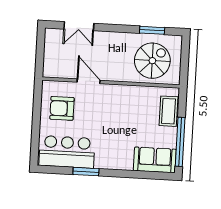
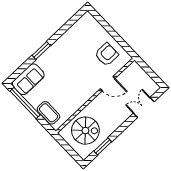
spiral stairs: (152, 61) -> (85, 131), turned -90
bar counter: (67, 152) -> (79, 34), removed
window: (86, 172) -> (41, 51), moved

